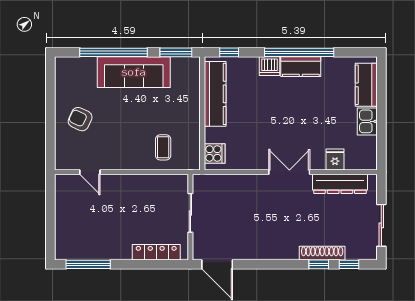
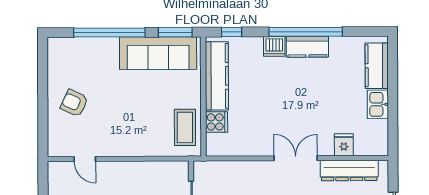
sofa: (134, 72) -> (158, 53), moved
coffee table: (163, 147) -> (185, 127), moved, width x1.36, depth x1.30
cooker: (215, 153) -> (217, 122), moved

